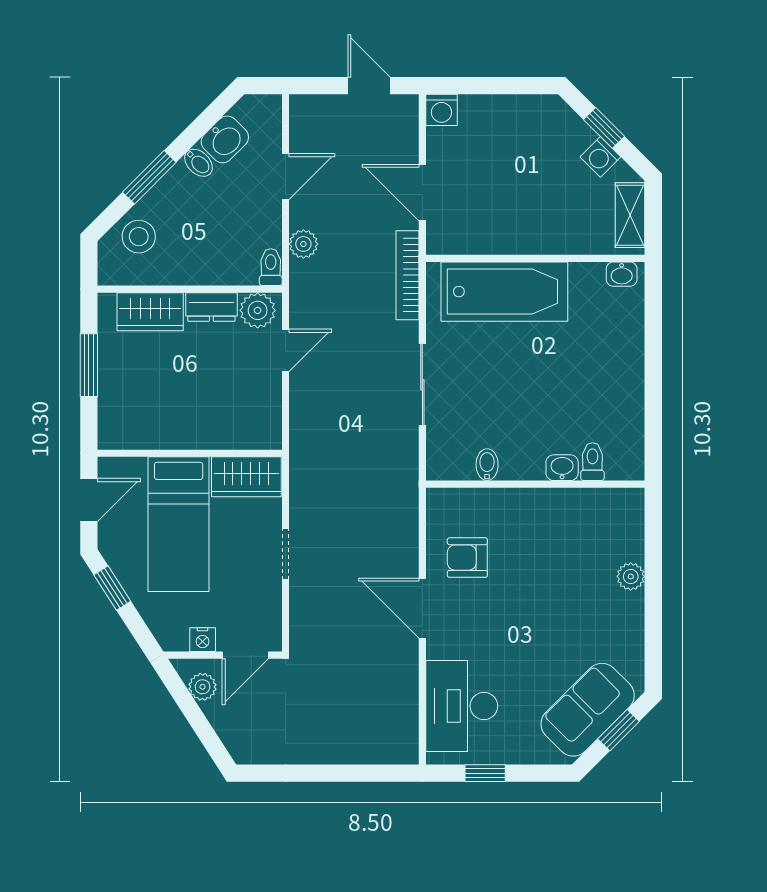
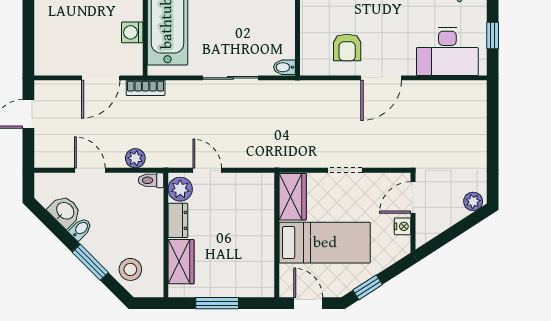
washing machine: (441, 110) -> (132, 32), moved, turned 180
bookcase: (408, 275) -> (146, 88), width x0.64
bidet: (487, 465) -> (284, 67), moved
door: (245, 655) -> (413, 198), swing flipped
plant: (203, 687) -> (473, 201), moved

